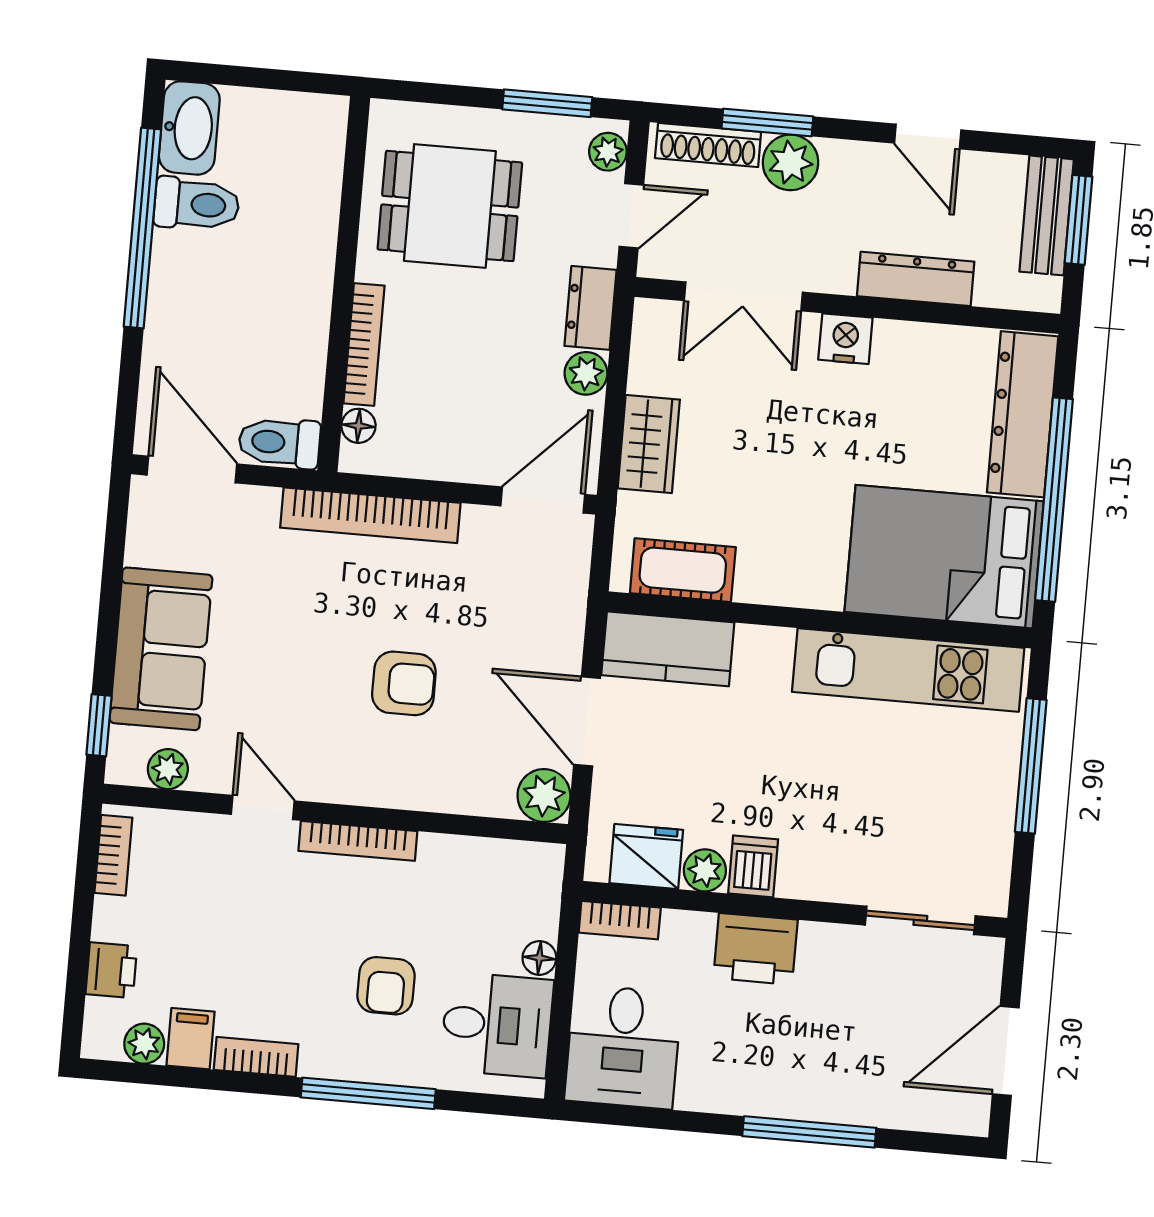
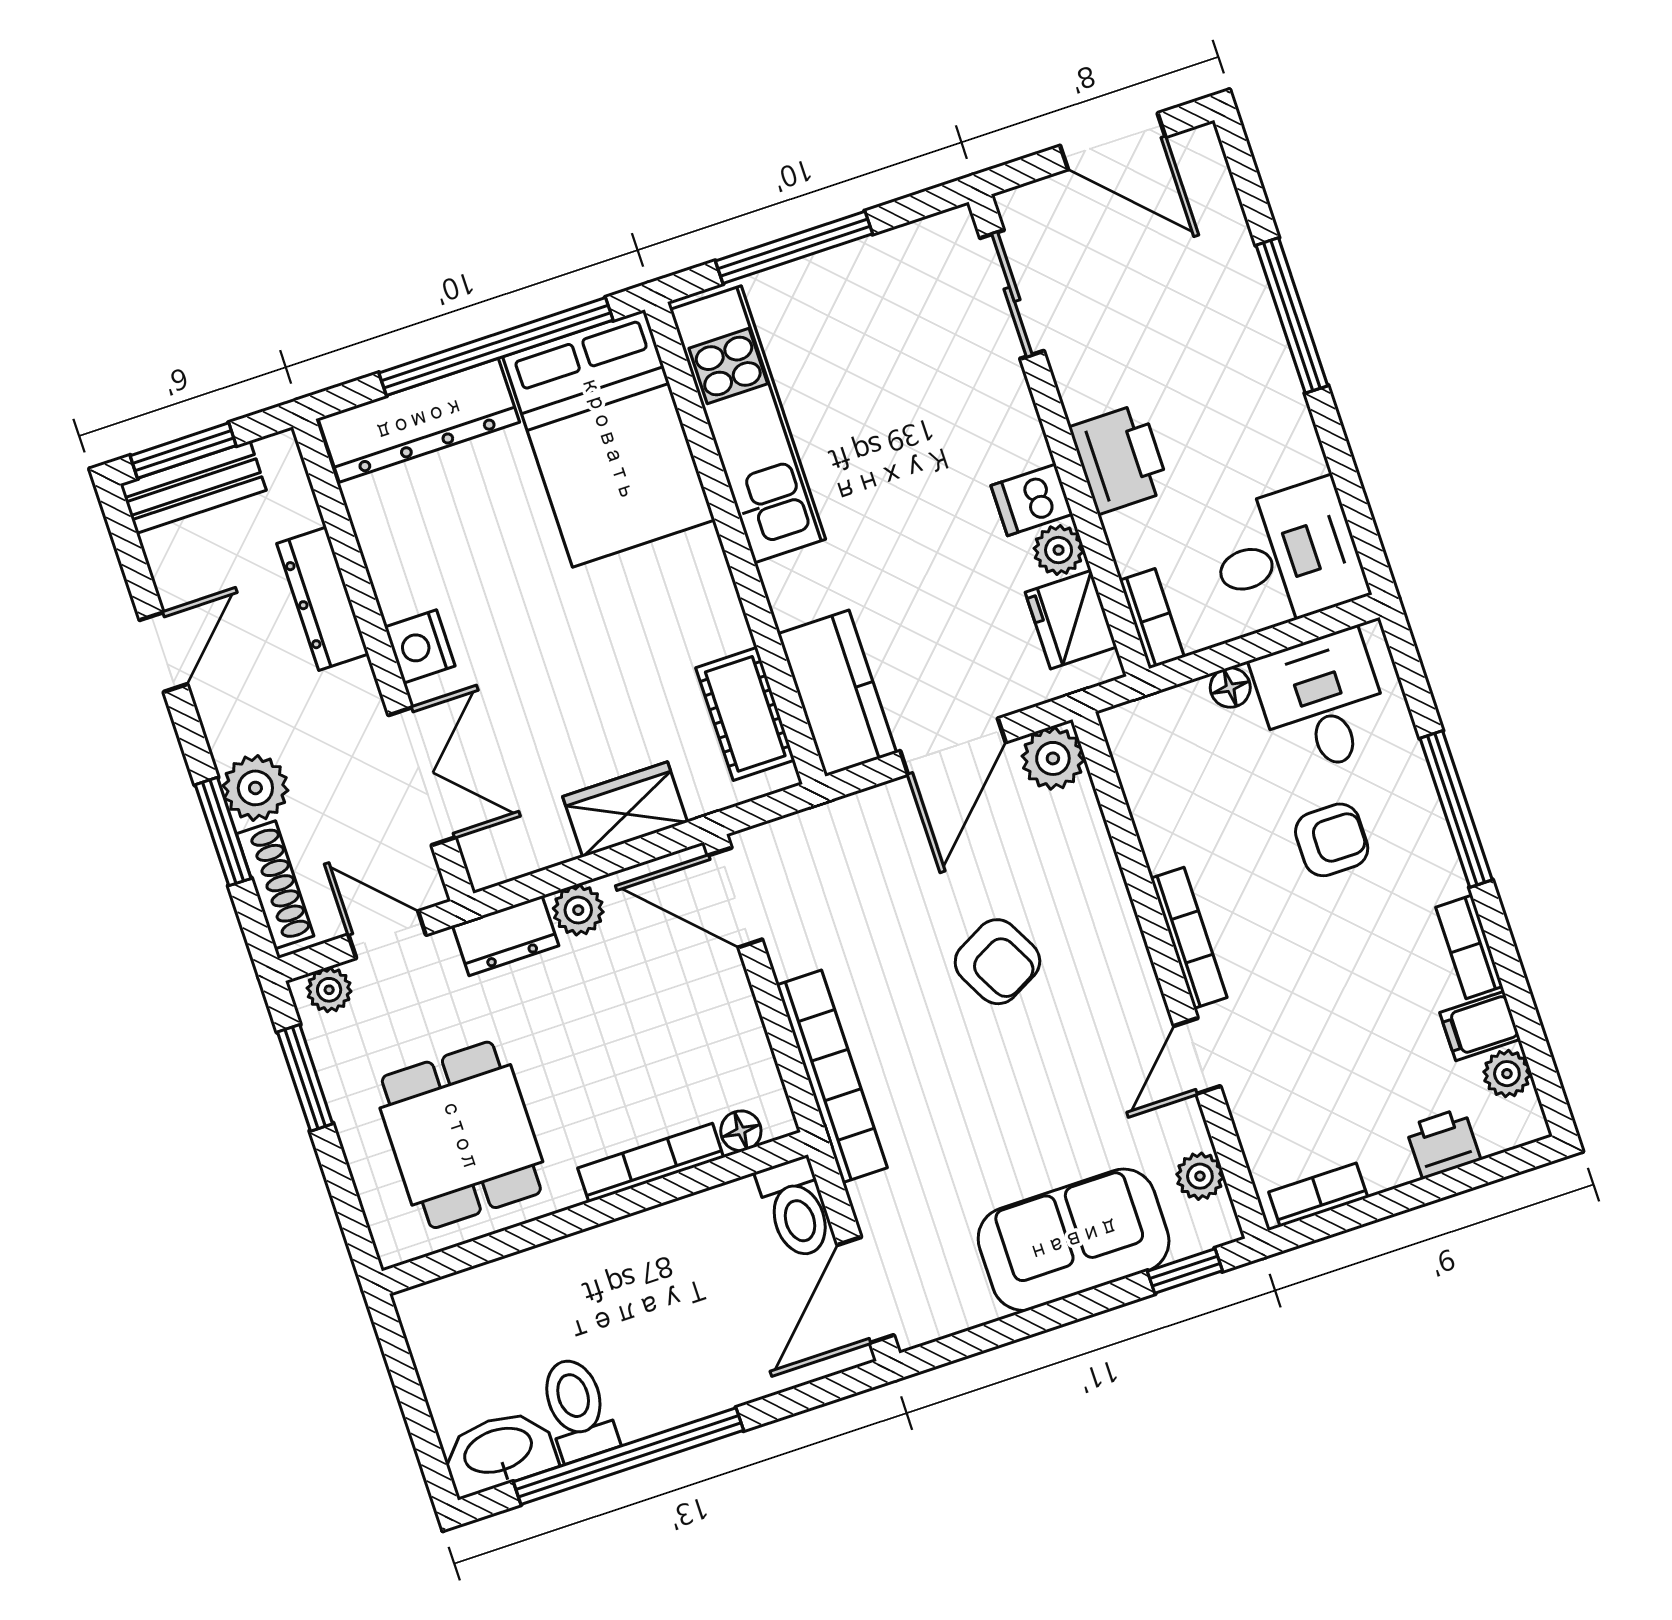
armchair: (404, 683) -> (997, 962), turned 152

